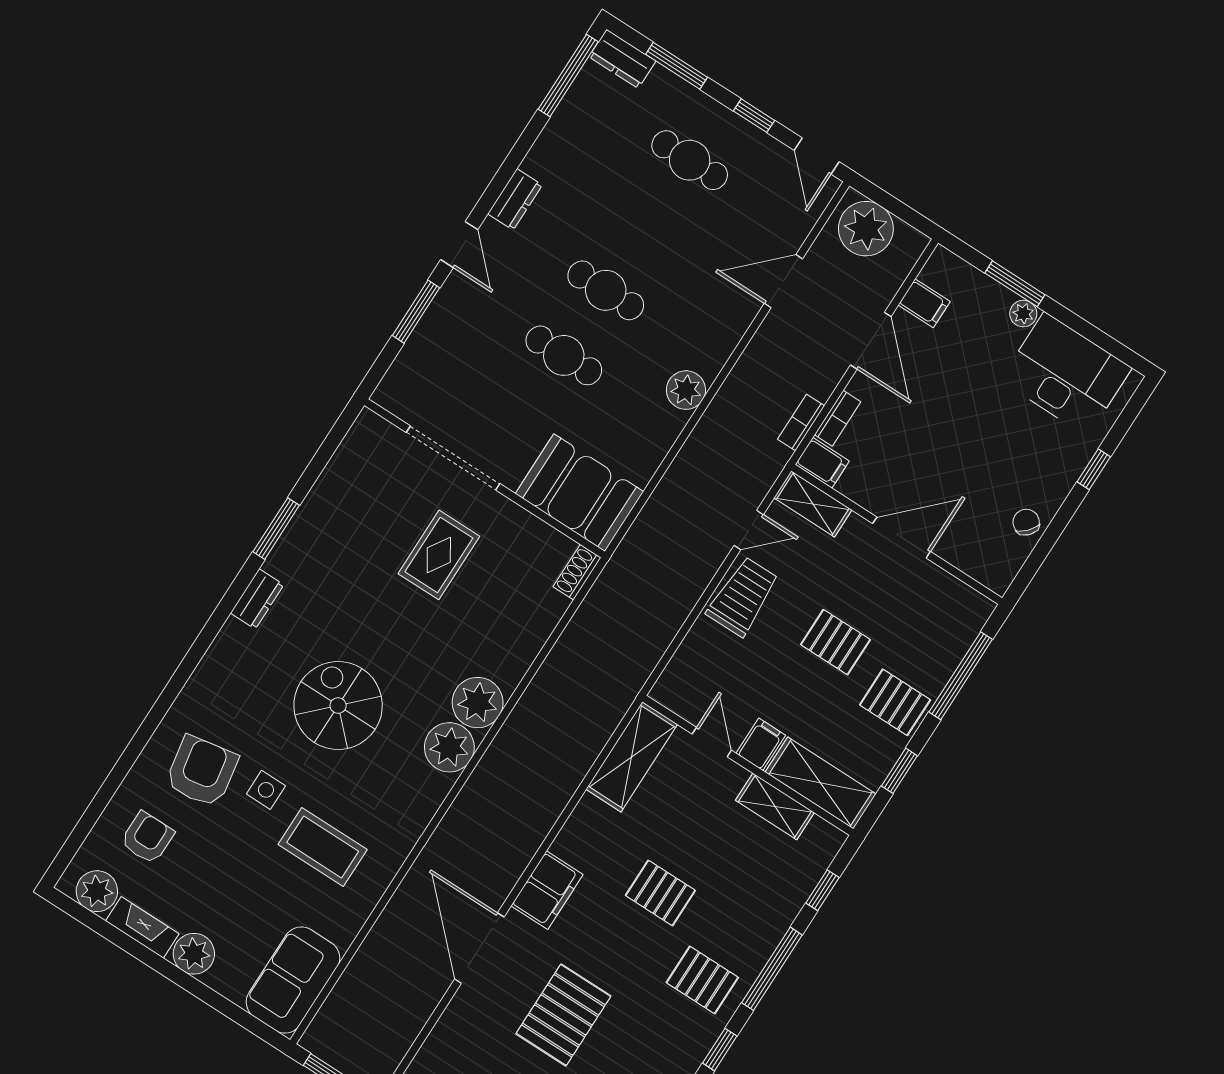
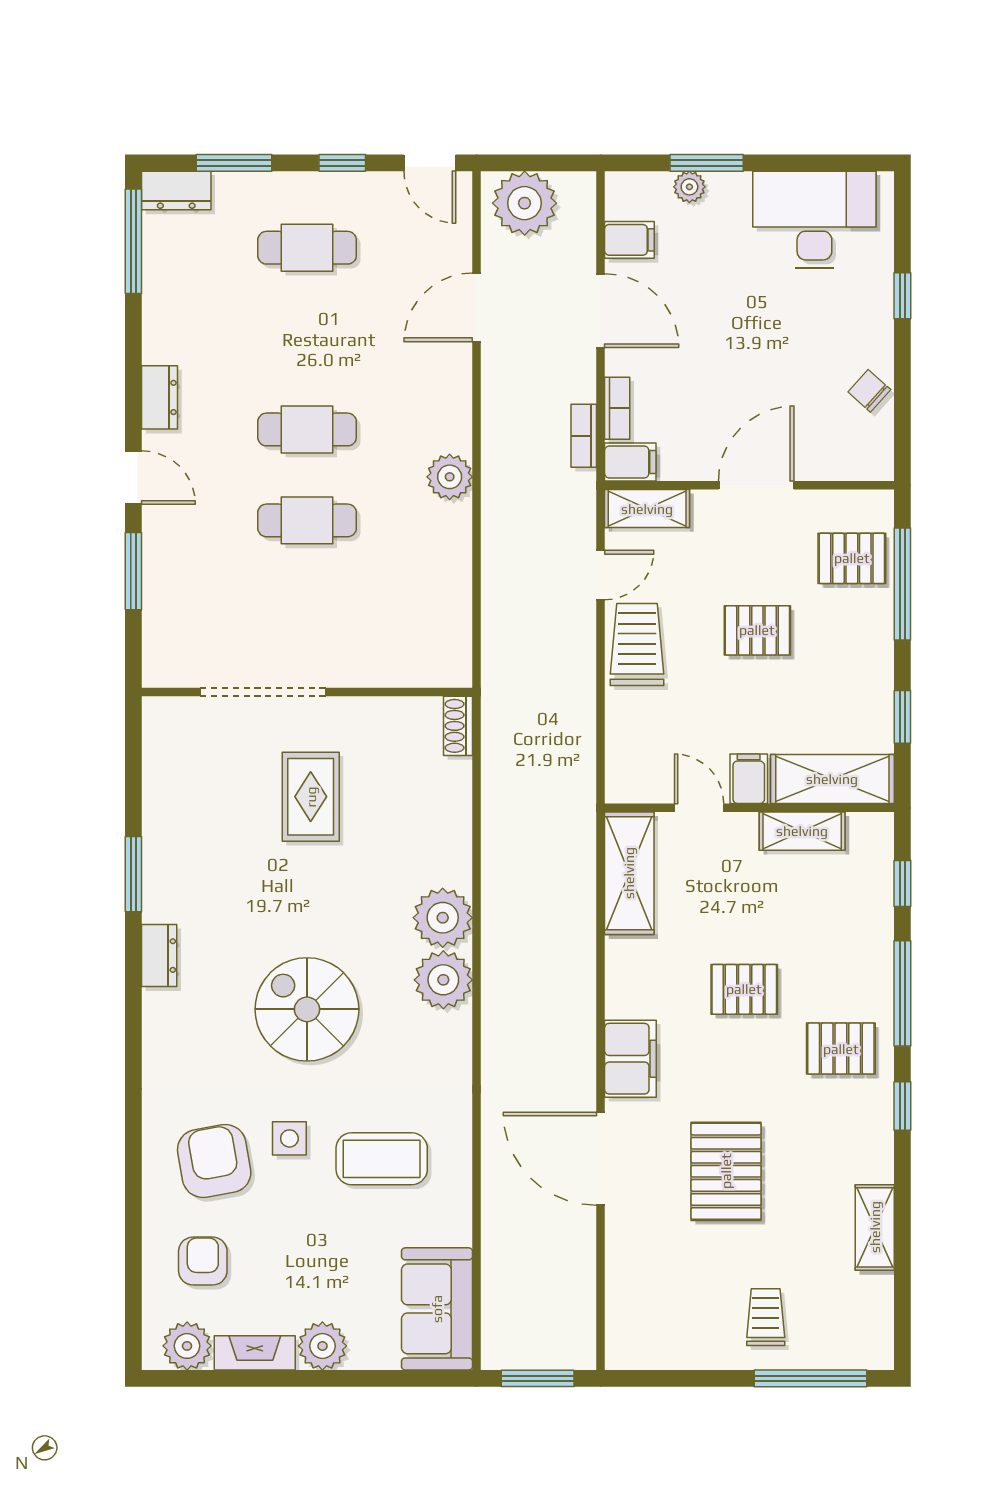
plant: (1023, 314) -> (689, 187), moved
booth: (579, 493) -> (410, 646), removed
pallet: (895, 702) -> (852, 558), moved

